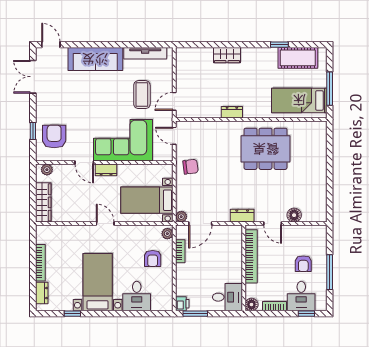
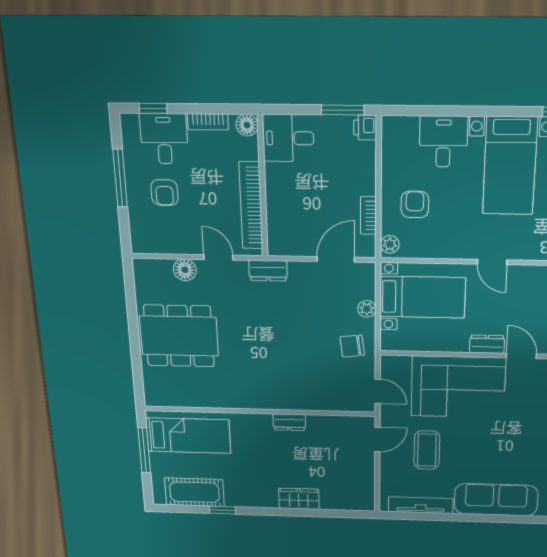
dining table: (266, 149) -> (179, 336), moved
plant: (181, 217) -> (367, 309), moved
armchair: (303, 264) -> (164, 193), turned 180

